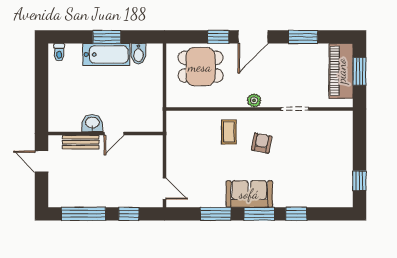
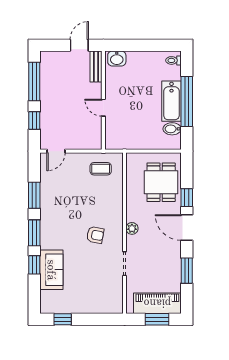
window: (107, 37) -> (187, 102), width x2.11
washbasin: (92, 123) -> (117, 59), moved, turned 90
coffee table: (229, 132) -> (101, 169), moved
bench: (81, 142) -> (96, 67), moved
sofa: (249, 194) -> (51, 270), moved

